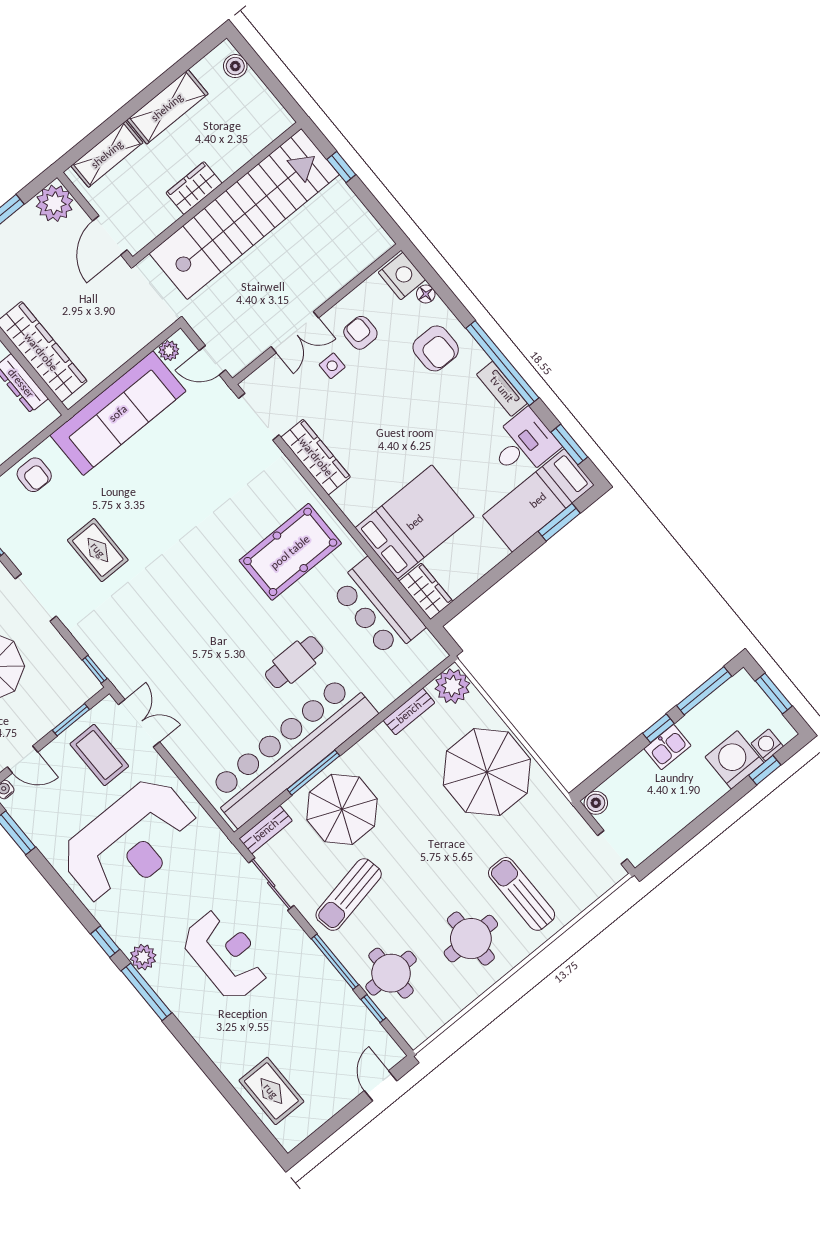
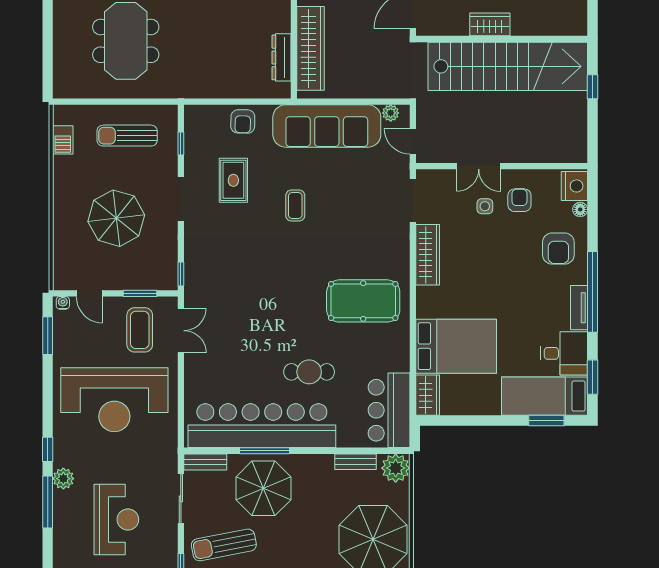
coffee table: (150, 514) -> (295, 206), added
rug: (98, 550) -> (233, 180), moved
bar counter: (378, 608) -> (389, 410), moved

